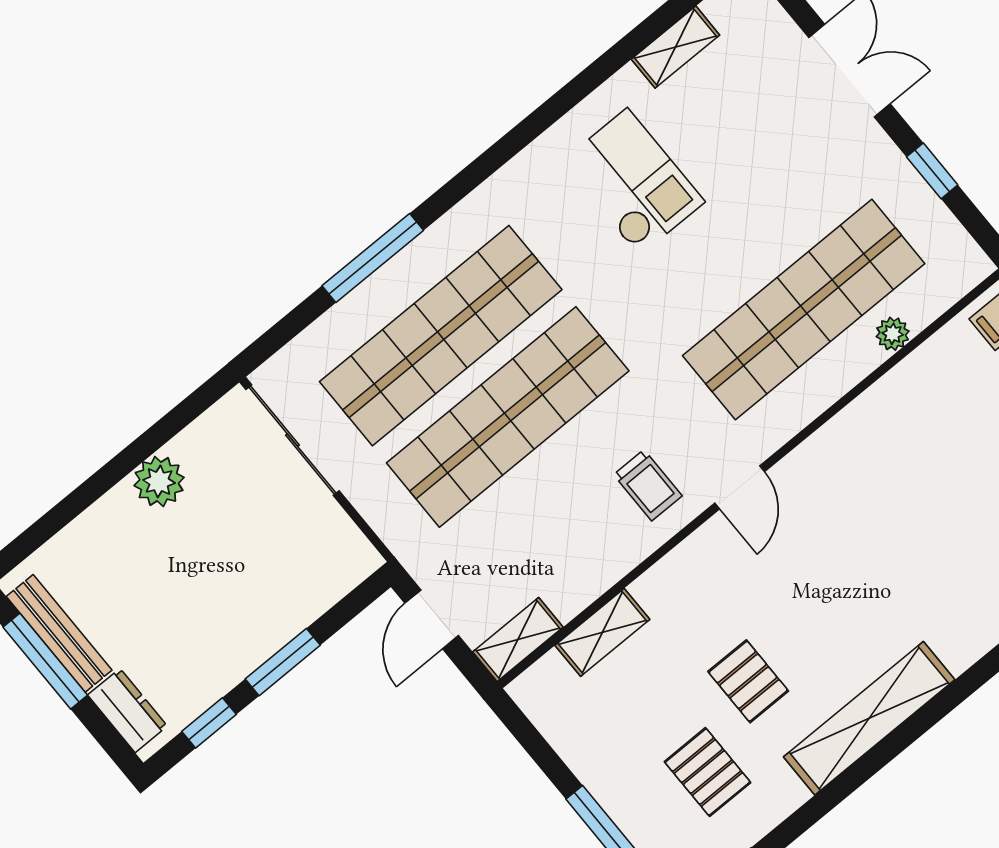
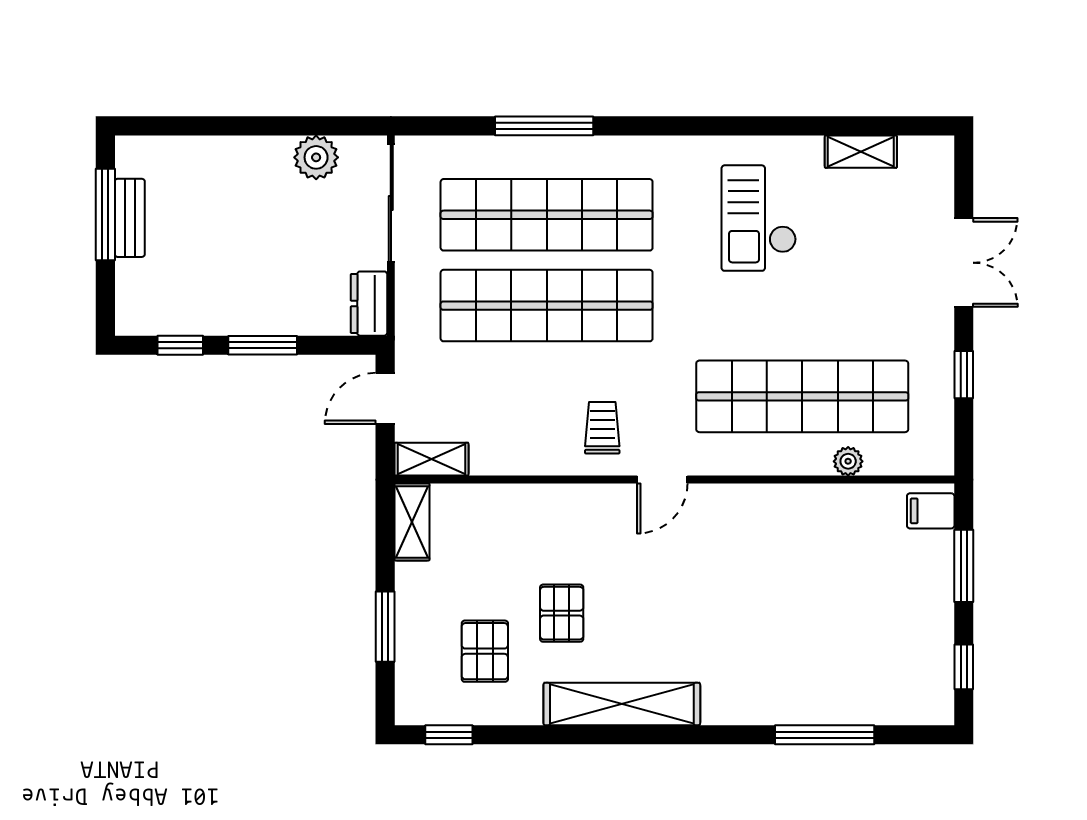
checkout: (633, 182) -> (759, 218), turned 180
plant: (159, 481) -> (316, 157), moved
trolley: (648, 485) -> (602, 428), turned 180
shelving: (602, 632) -> (412, 522), moved, turned 90
bench: (59, 633) -> (130, 218), width x0.73
dresser: (127, 710) -> (369, 304), moved, turned 180

